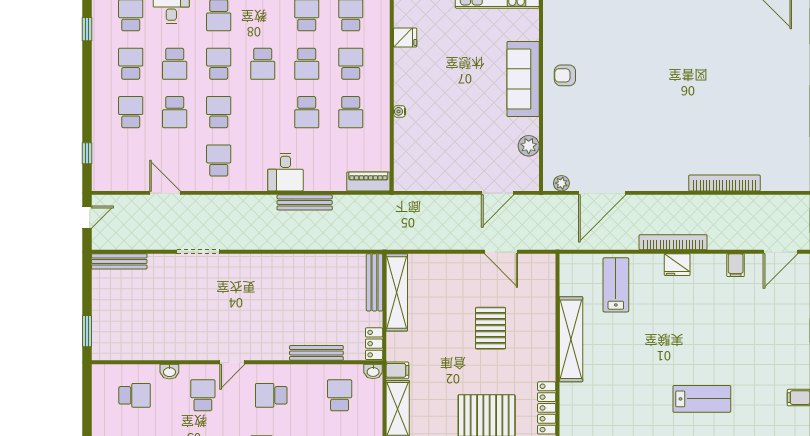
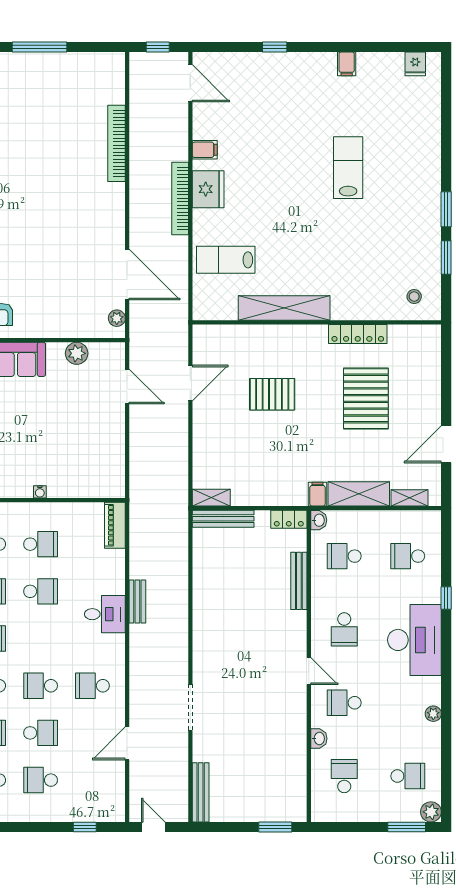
bench: (305, 202) -> (137, 601), width x0.73
fridge: (677, 265) -> (208, 189), width x1.36, depth x1.34
filing cabinet: (736, 265) -> (205, 150), moved
shelving: (397, 292) -> (211, 498), width x0.45, depth x0.75

